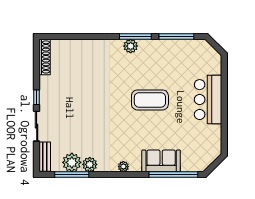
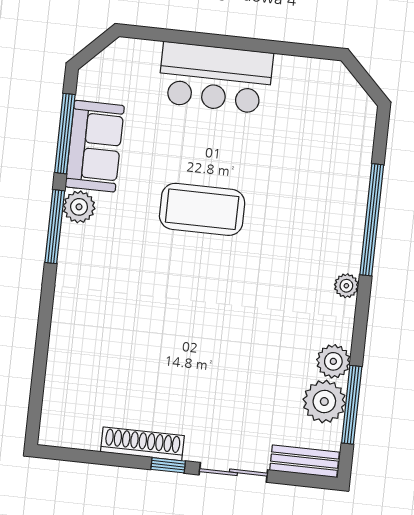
plant: (131, 46) -> (79, 207), moved
shoe rack: (45, 57) -> (142, 444), moved
coffee table: (150, 100) -> (202, 209), turned 90
sofa: (161, 161) -> (95, 146), moved, turned 180
window: (173, 175) -> (372, 220), moved

